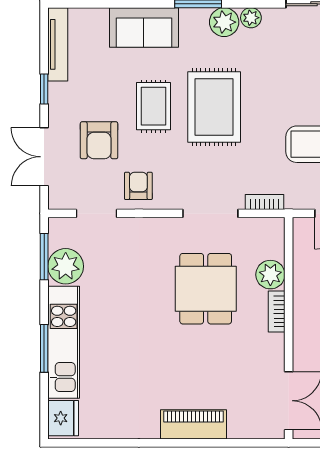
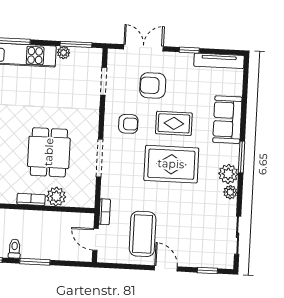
armchair: (138, 186) -> (128, 124), moved
bookcase: (265, 202) -> (105, 212), moved
plant: (66, 266) -> (64, 53), width x0.53, depth x0.53
dining table: (206, 289) -> (49, 152), turned 90

